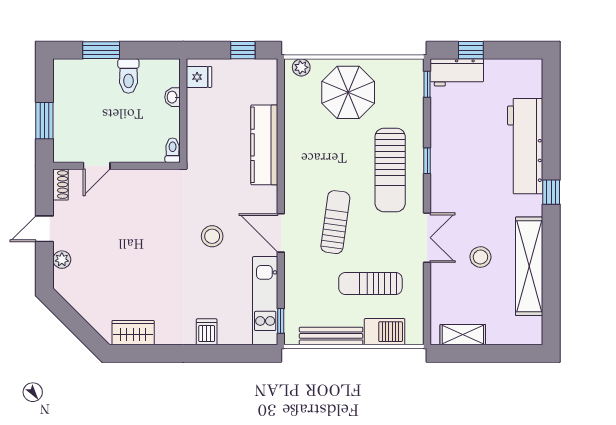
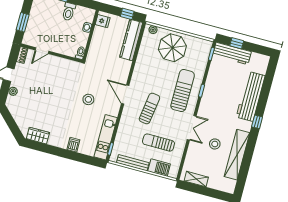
workbench: (457, 72) -> (232, 53), width x1.38
kitchen counter: (264, 145) -> (131, 40), moved
sun lounger: (390, 170) -> (183, 90), turned 180
door: (281, 233) -> (125, 94), moved

